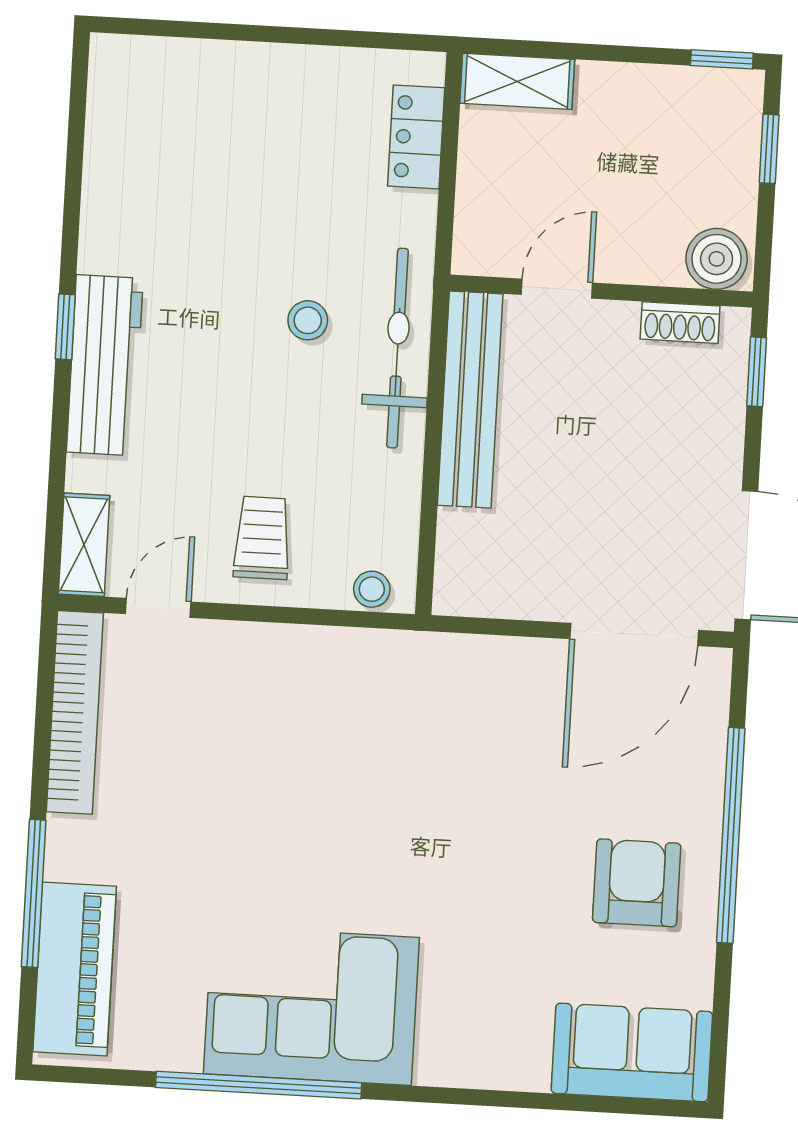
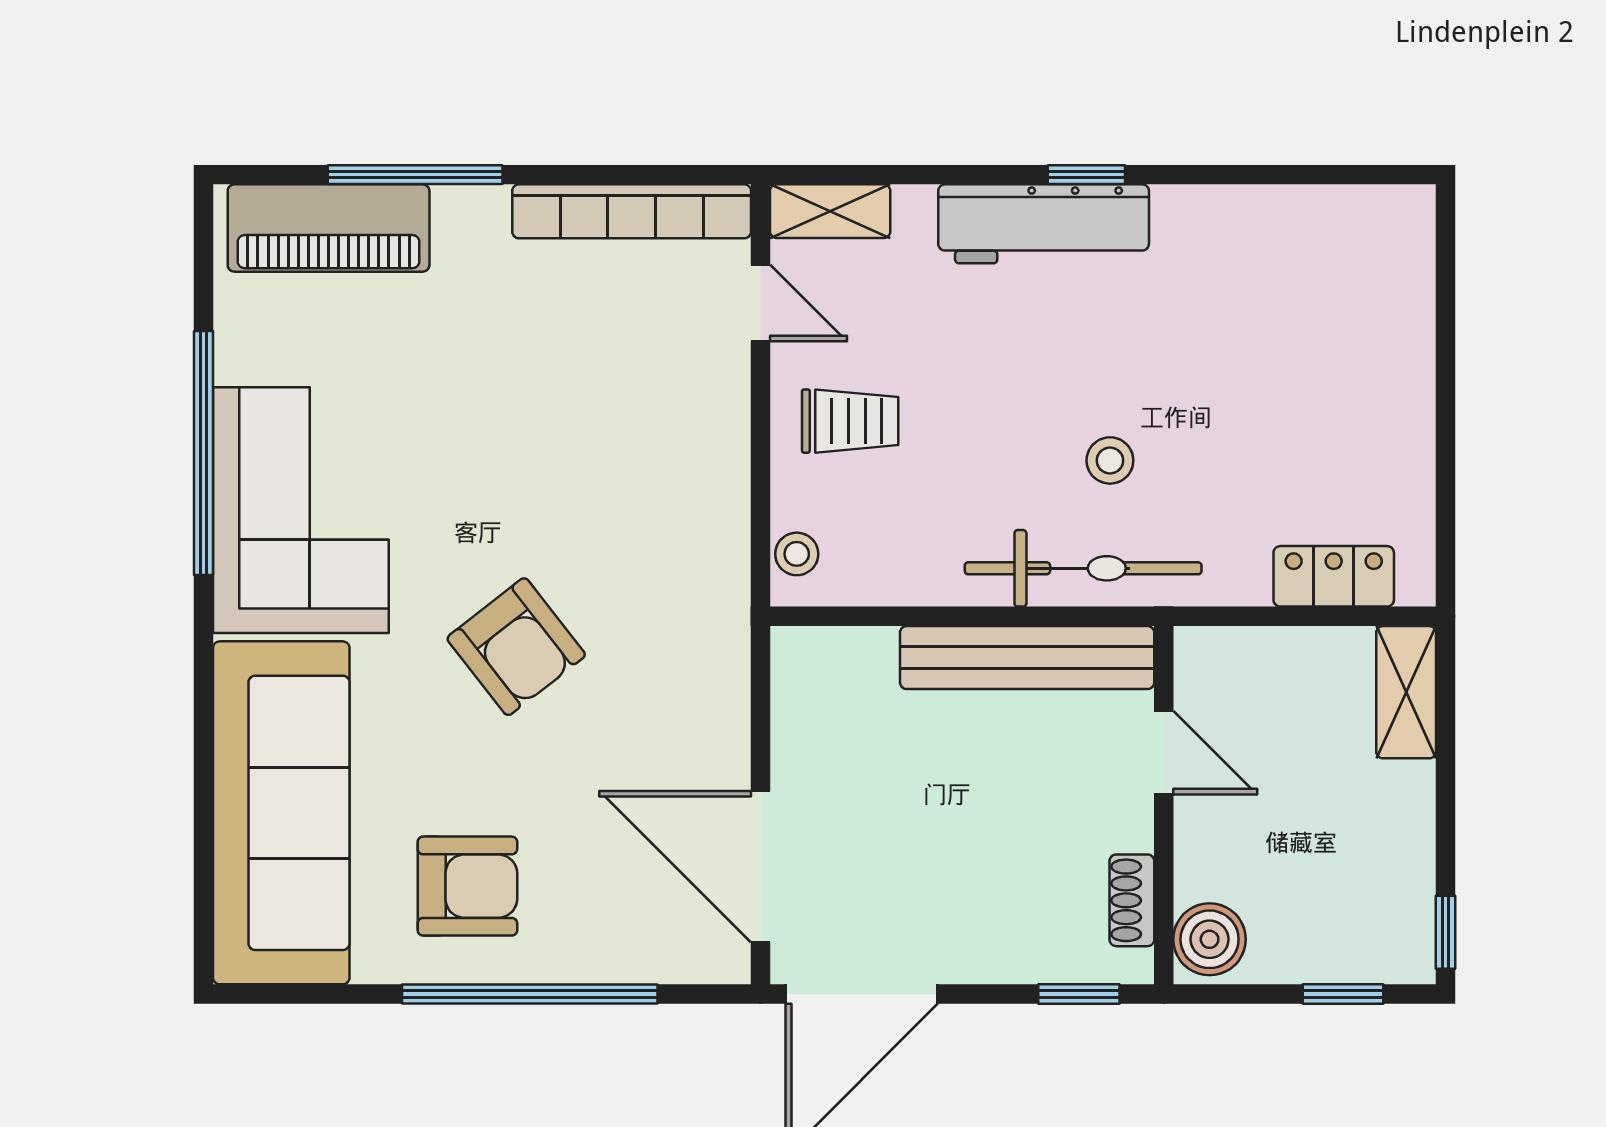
armchair: (437, 830) -> (516, 647), added
sofa: (632, 1052) -> (281, 813), width x1.85, depth x1.27

